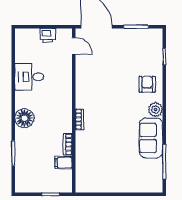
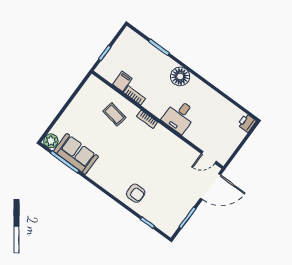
printer: (48, 35) -> (247, 123), moved
desk: (29, 77) -> (179, 116), moved, turned 180
plant: (155, 110) -> (51, 141), moved
sofa: (151, 138) -> (76, 154), moved
coffee table: (95, 149) -> (114, 114), added

